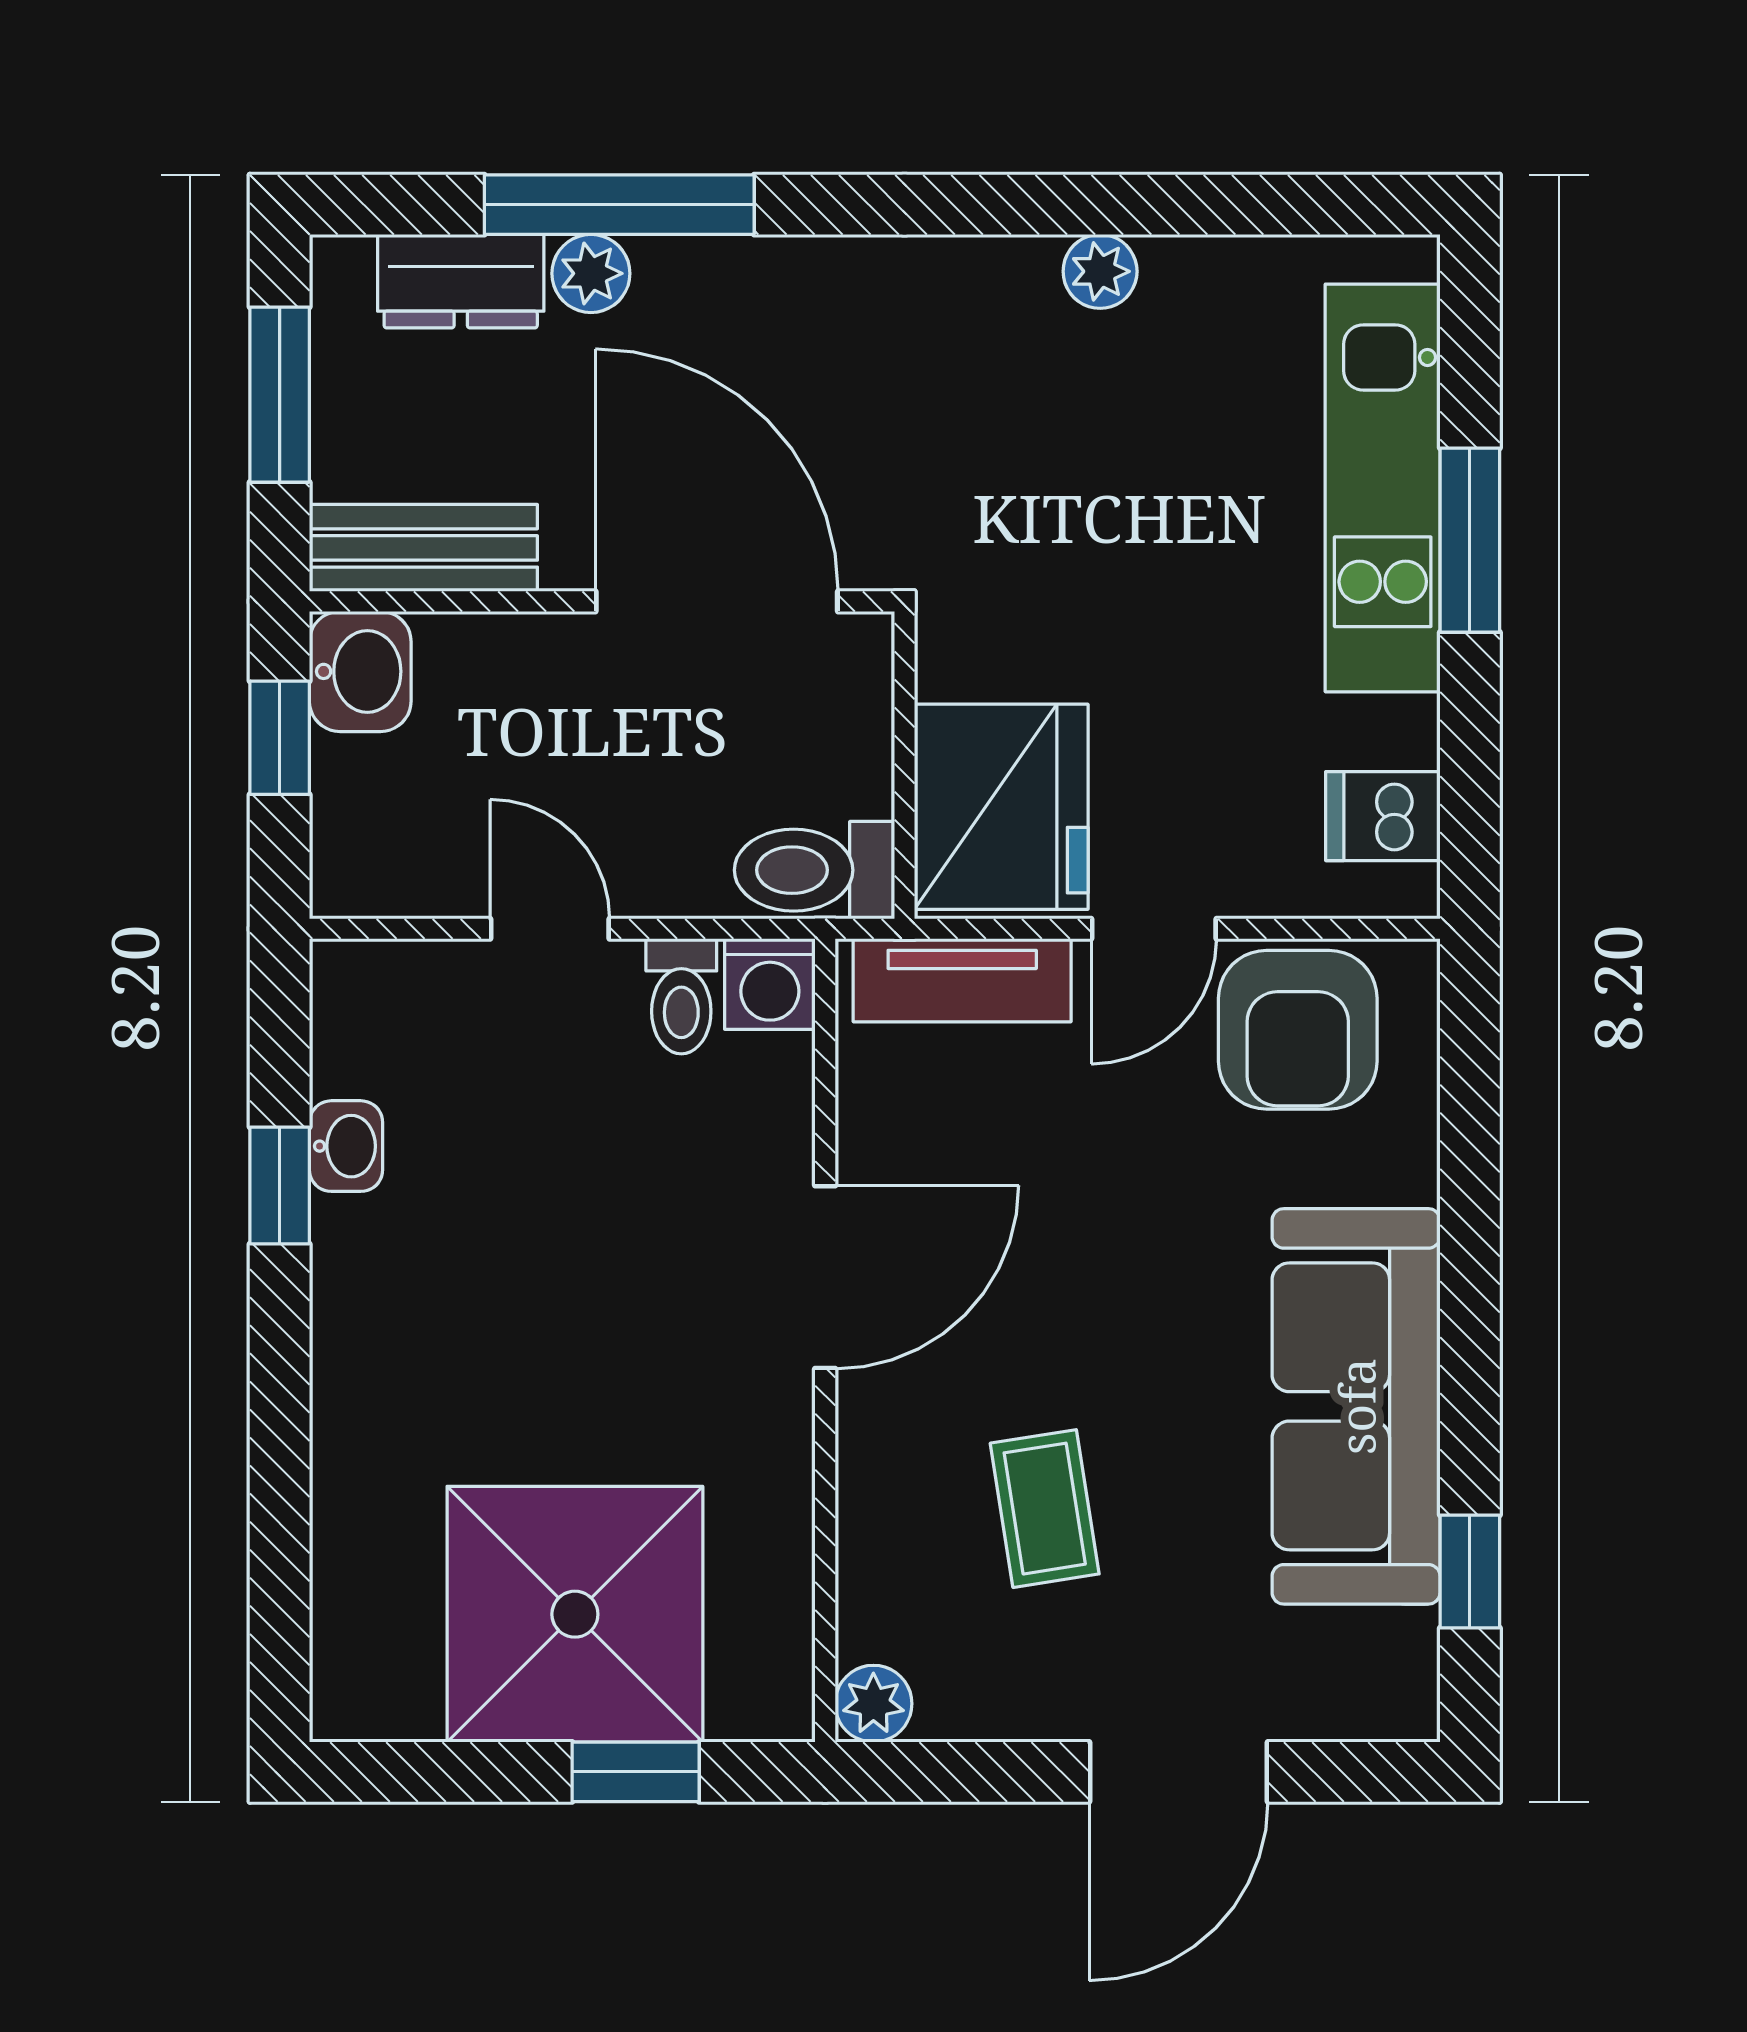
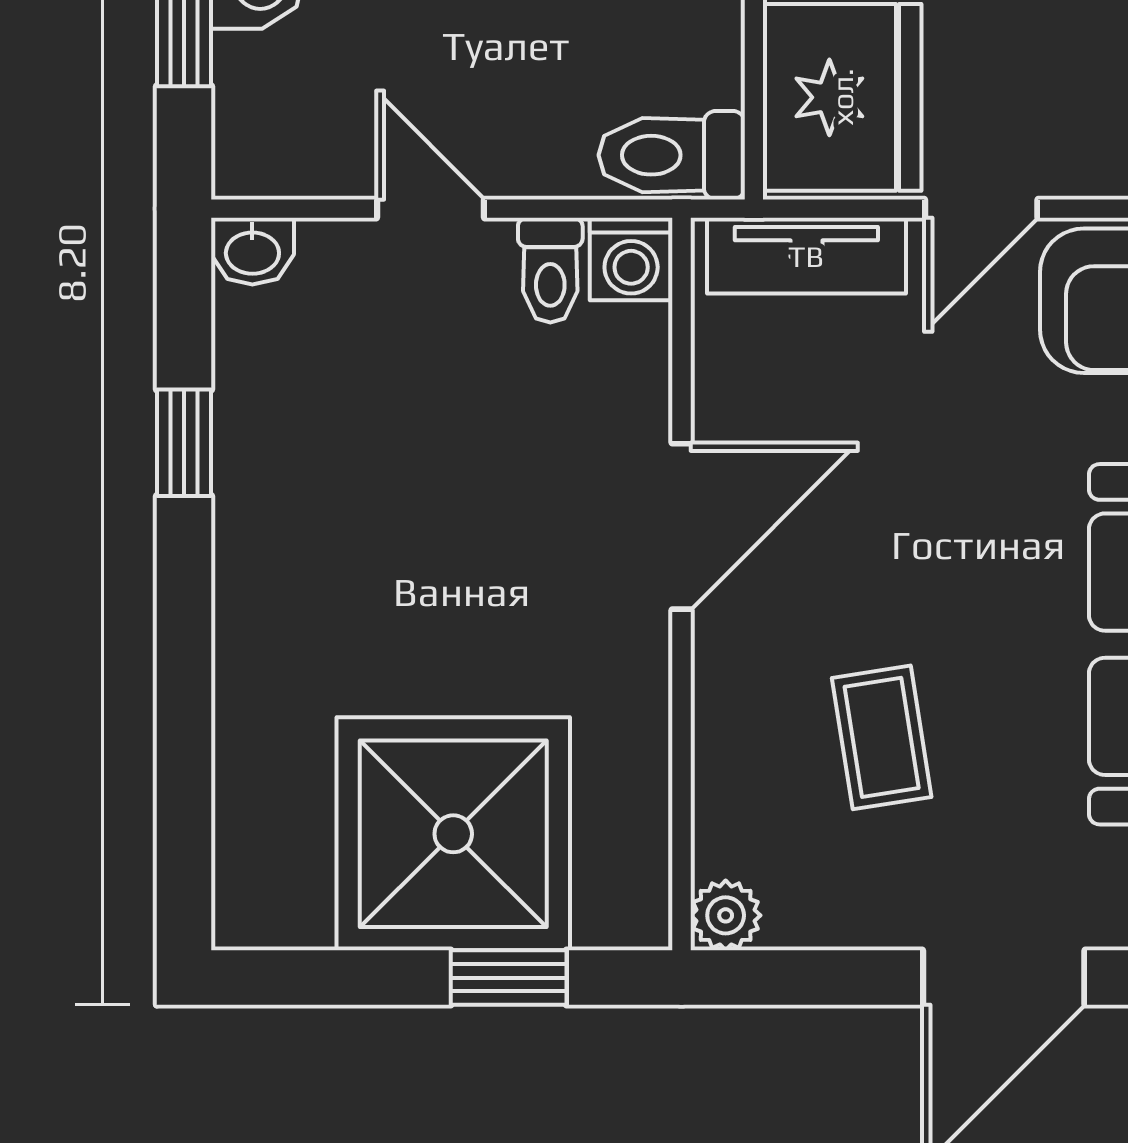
washbasin: (346, 1146) -> (252, 251), moved, turned 90

